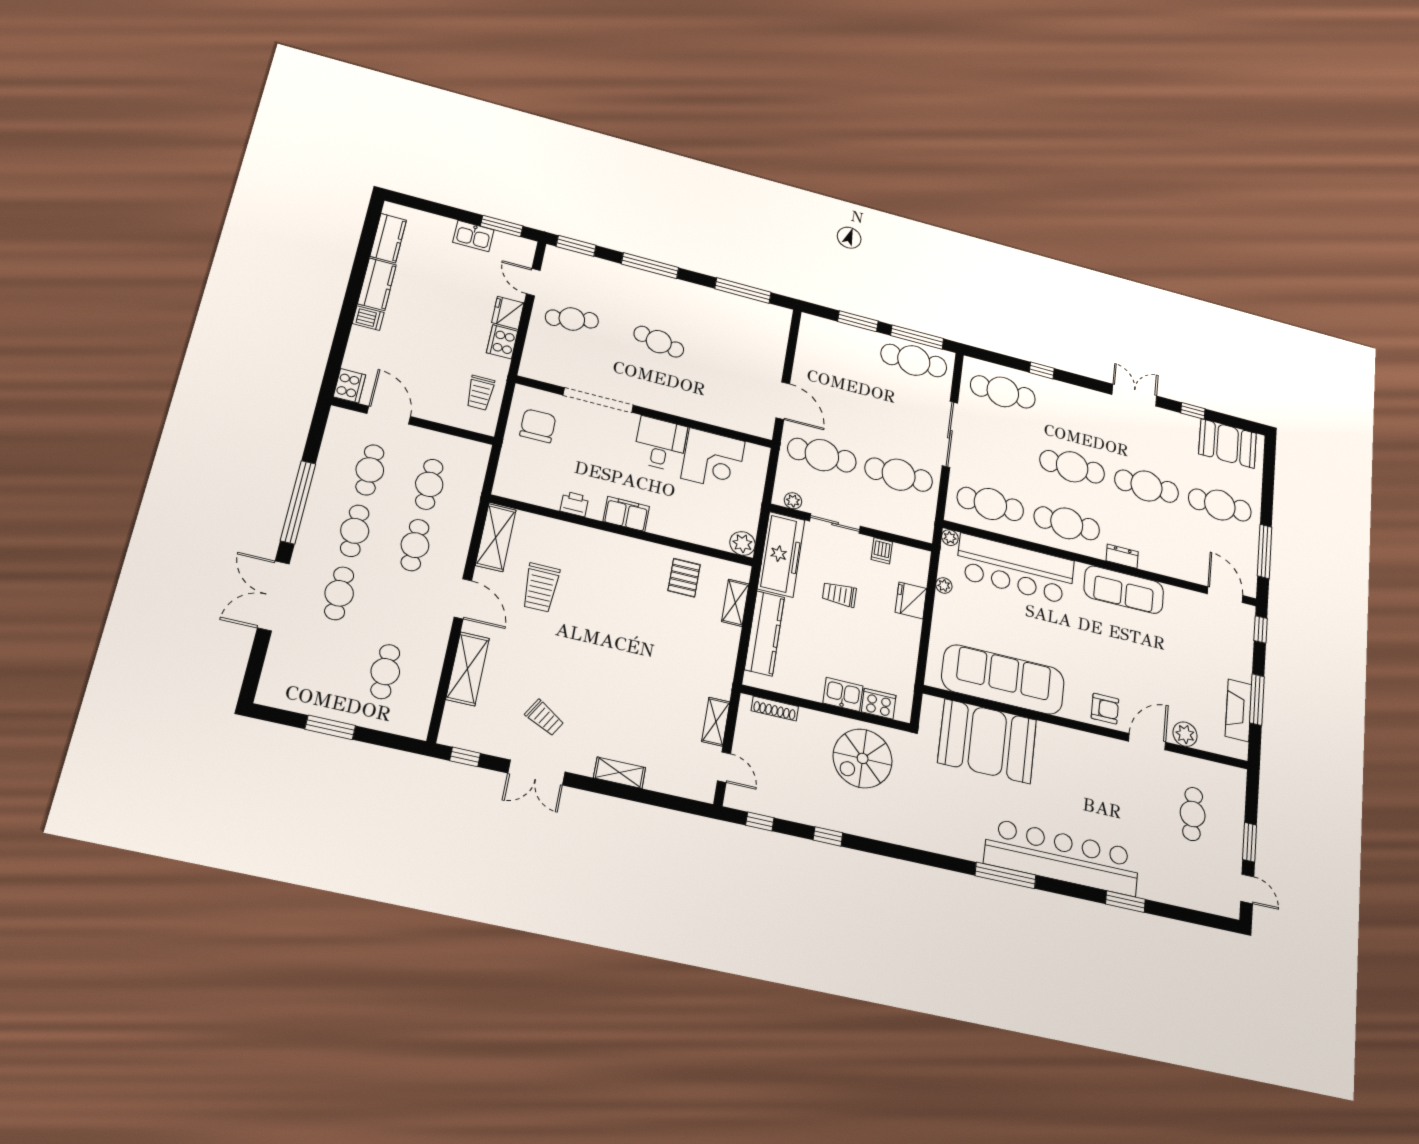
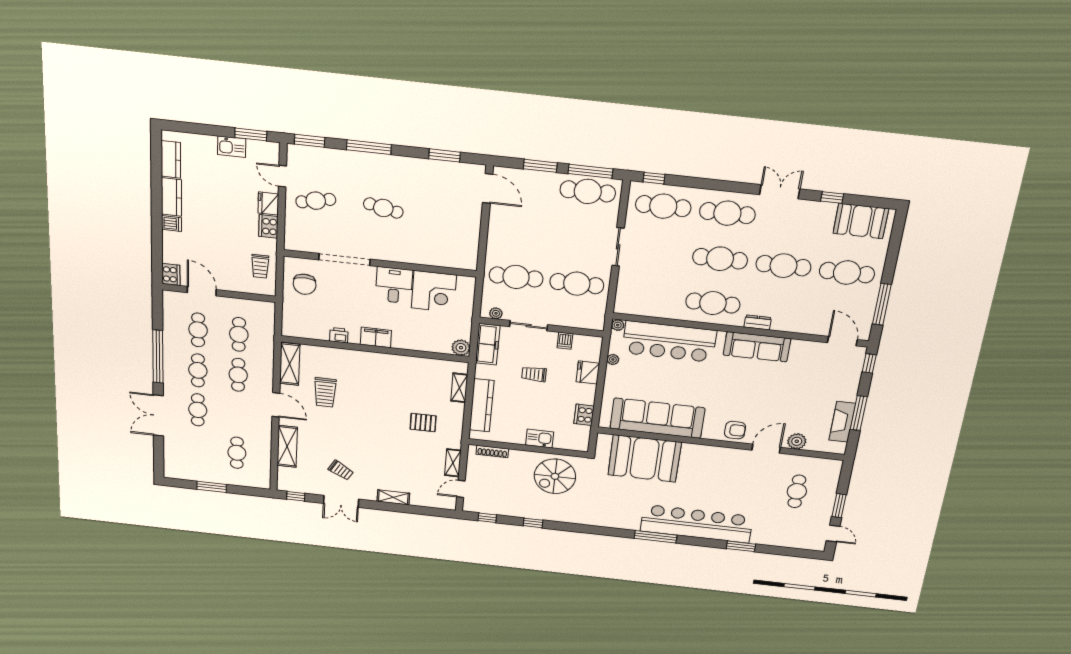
window: (743, 290) -> (444, 155), width x0.69
window: (1042, 370) -> (654, 178), moved
door: (783, 401) -> (488, 188), moved
chair: (538, 426) -> (305, 284), turned 180
sliding door: (950, 434) -> (618, 247), width x0.73
cafe table: (990, 504) -> (727, 213), moved
freezer: (781, 554) -> (488, 344), width x0.73, depth x0.79
pallet: (684, 578) -> (423, 423), moved, turned 90
cooker: (879, 704) -> (584, 415), moved, turned -90
door: (724, 767) -> (461, 489), swing flipped

